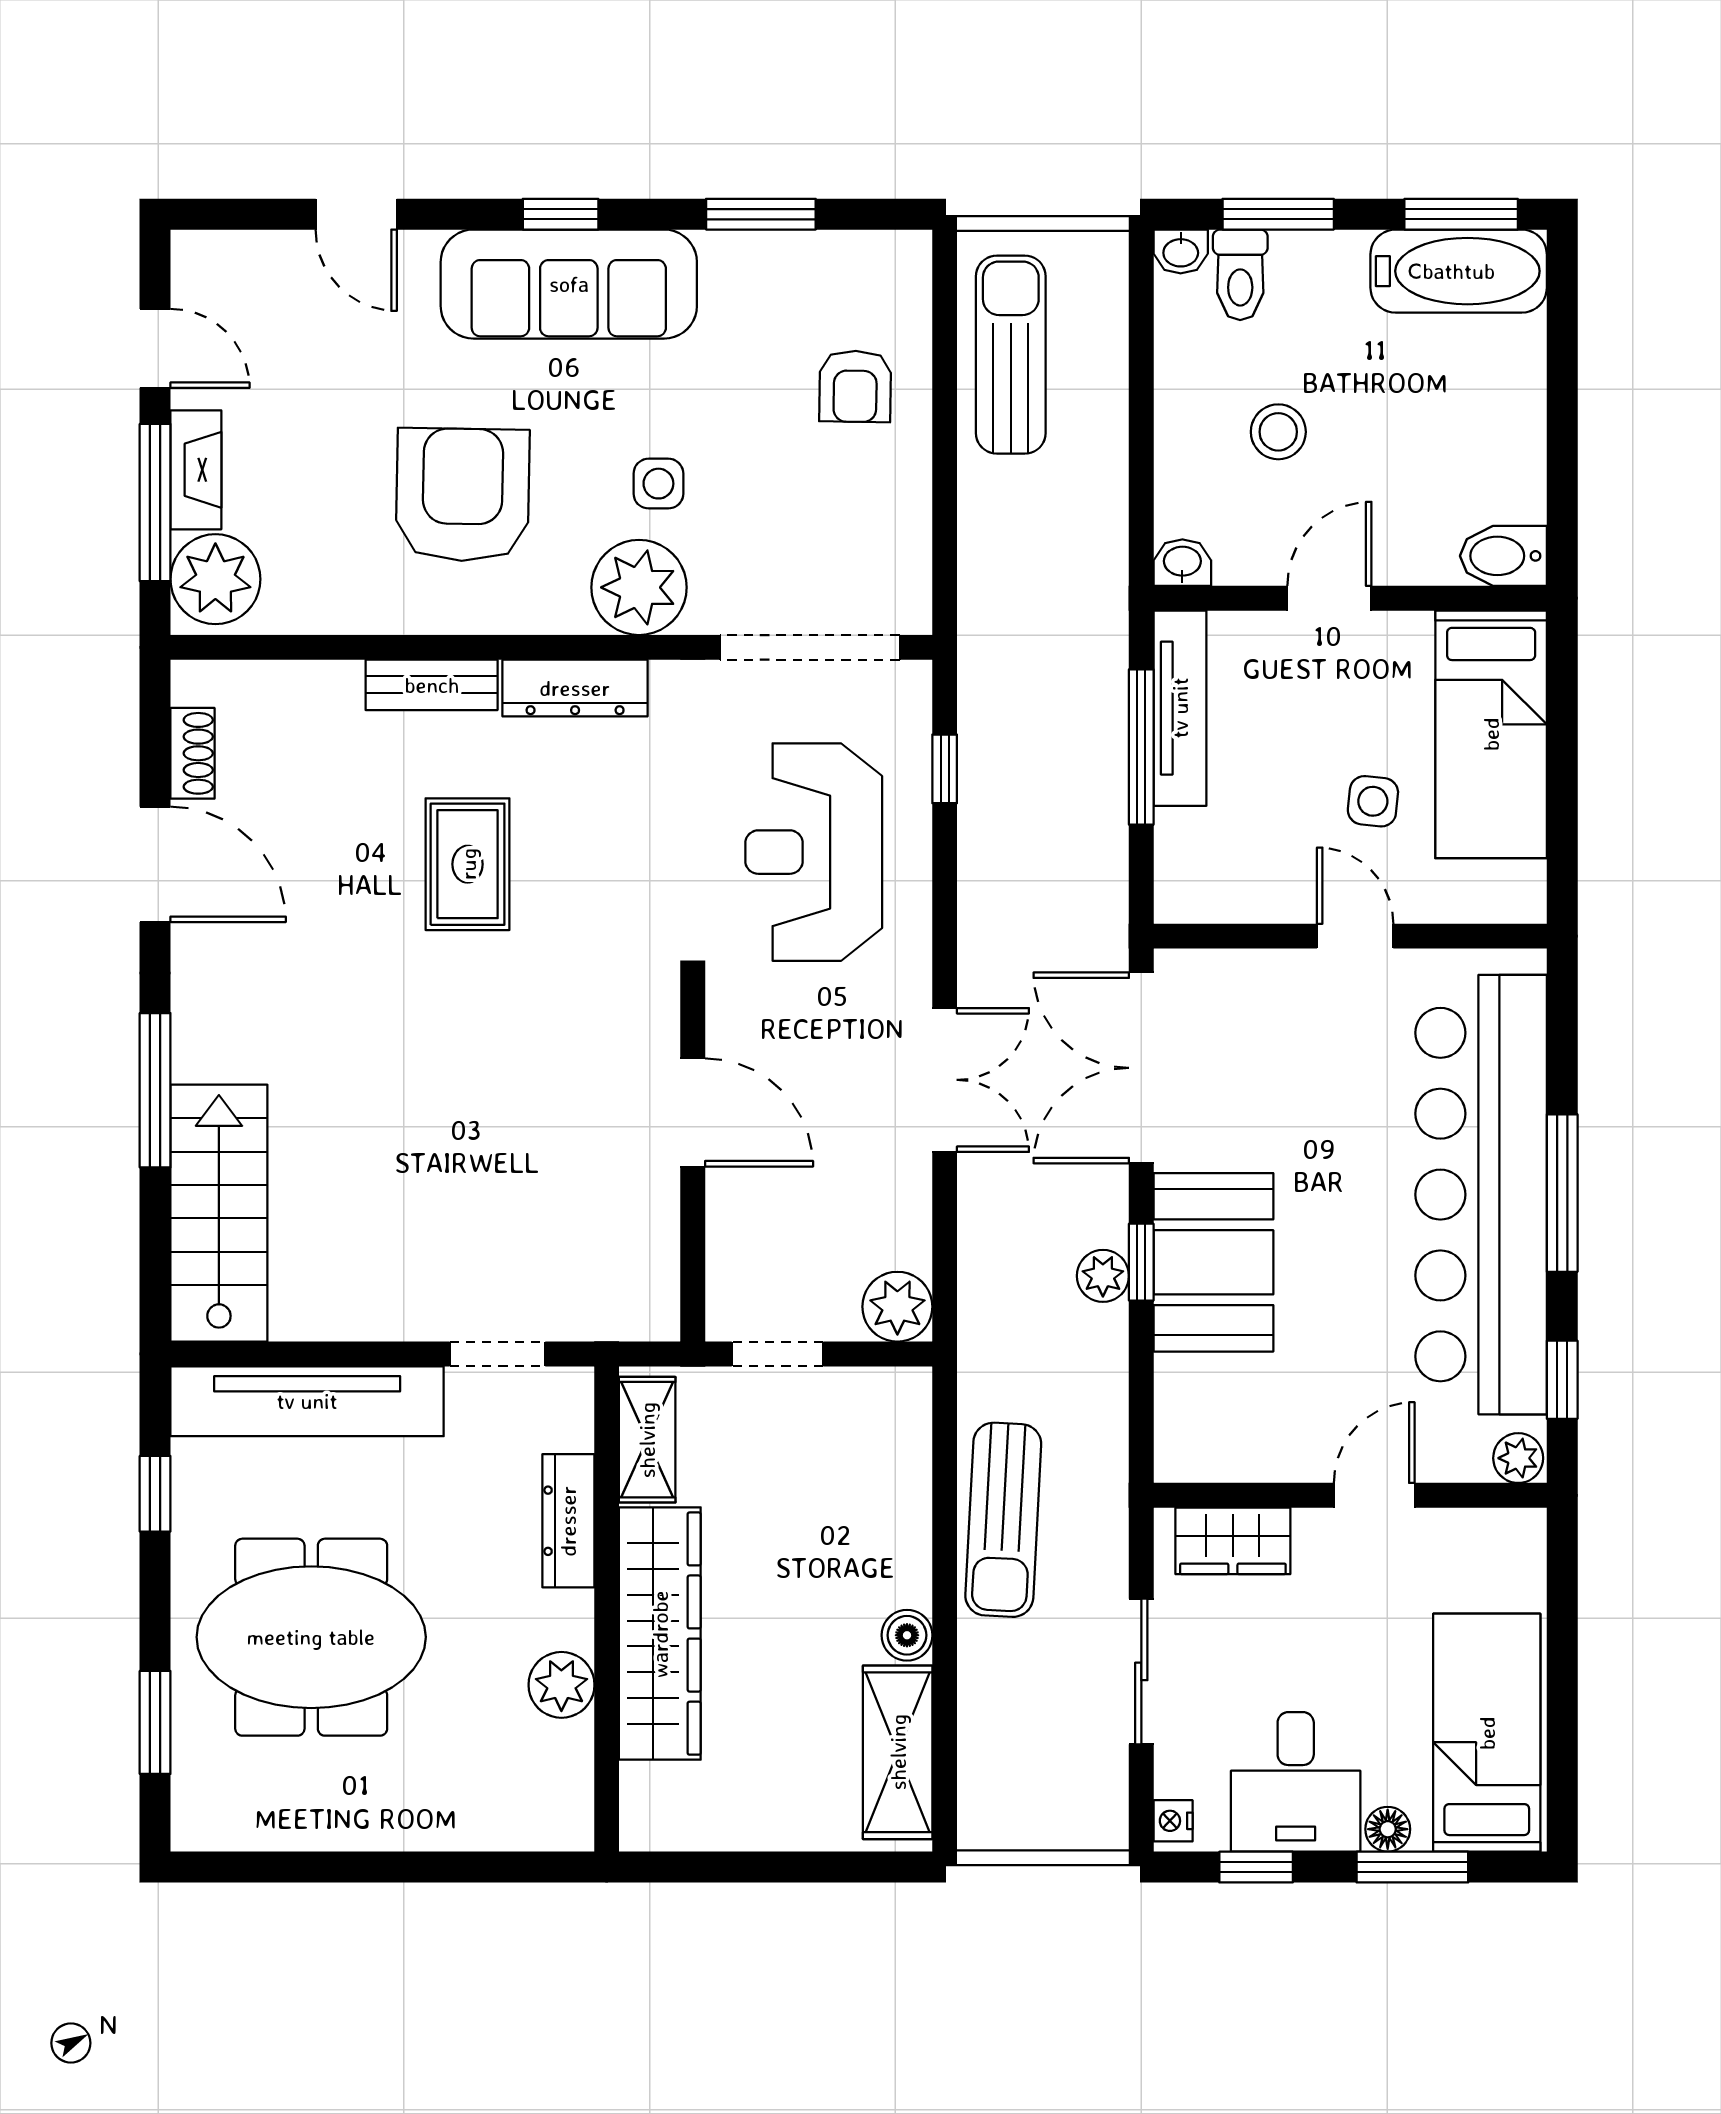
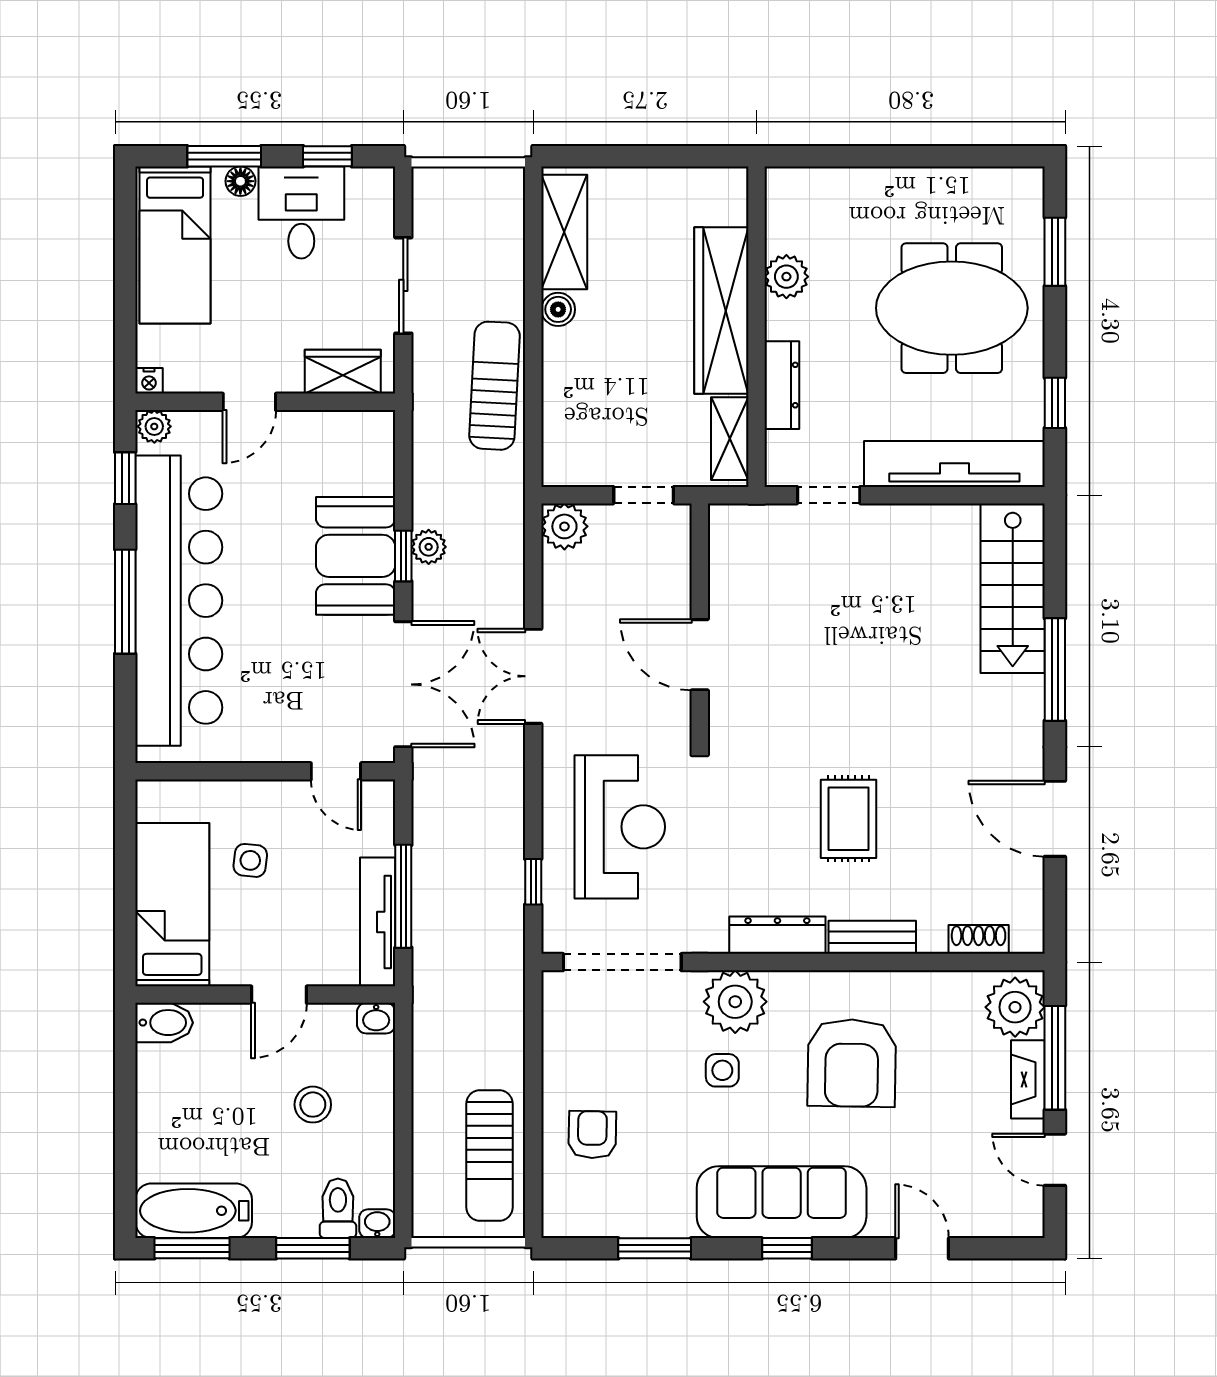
shoe rack: (192, 753) -> (979, 939), moved, turned 90
door: (1355, 936) -> (336, 771), moved
nightstand: (1173, 1821) -> (149, 381), moved, turned 90

